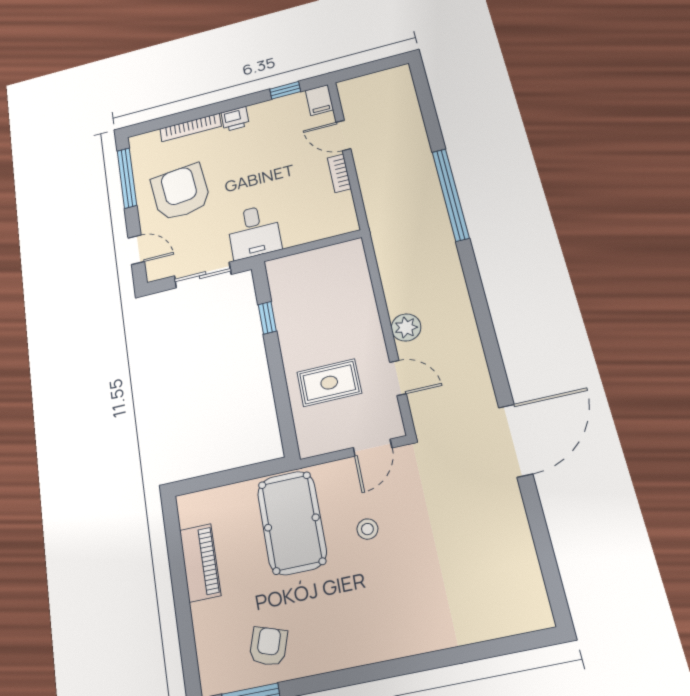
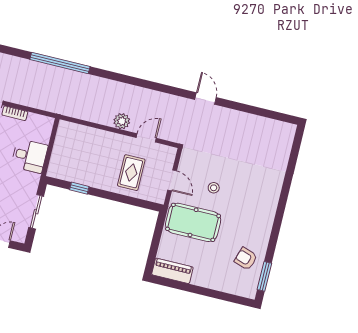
desk: (254, 232) -> (29, 156), moved
door: (516, 440) -> (205, 98), width x0.53
door: (373, 448) -> (172, 180), moved
piano: (200, 563) -> (172, 271), moved

